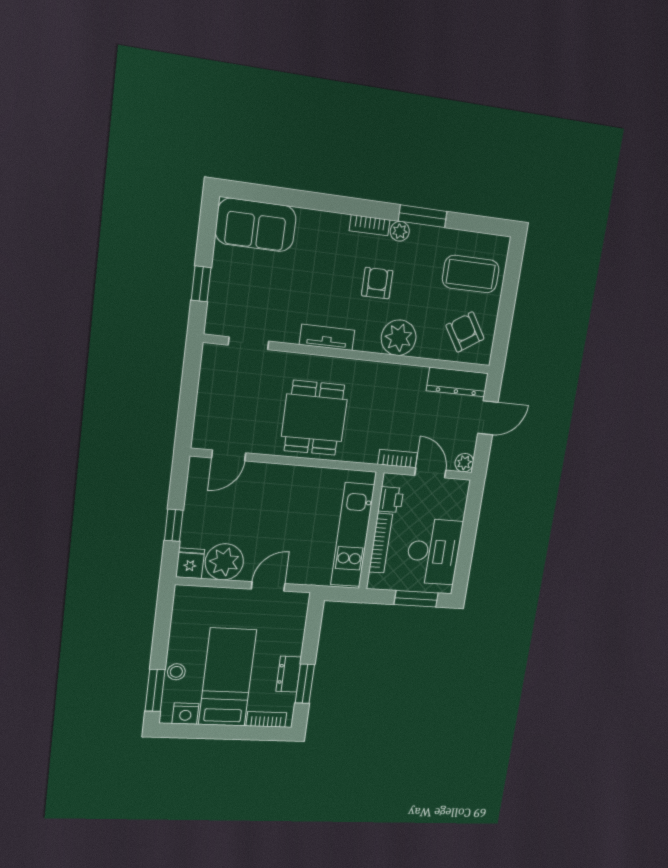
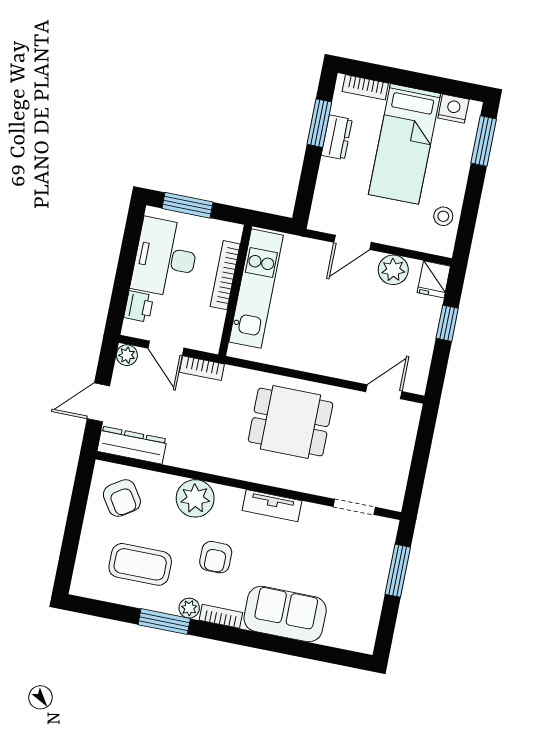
sofa: (256, 225) -> (285, 614), moved
coffee table: (471, 274) -> (140, 564), moved
window: (201, 284) -> (398, 571), width x1.50
dining table: (314, 418) -> (291, 422), turned 90
printer: (391, 500) -> (139, 307), moved, turned 180
plant: (224, 562) -> (393, 270), width x0.73, depth x0.73
stool: (176, 672) -> (443, 216), moved

